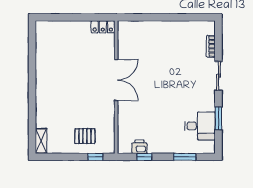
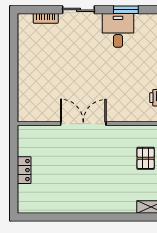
locker: (103, 27) -> (24, 170), moved
desk: (200, 126) -> (118, 30), moved

